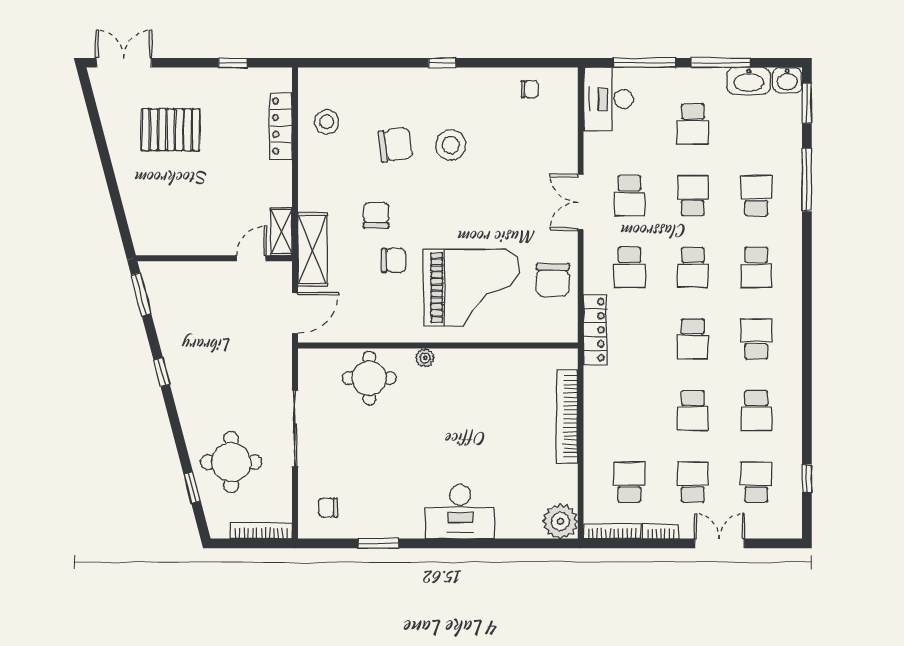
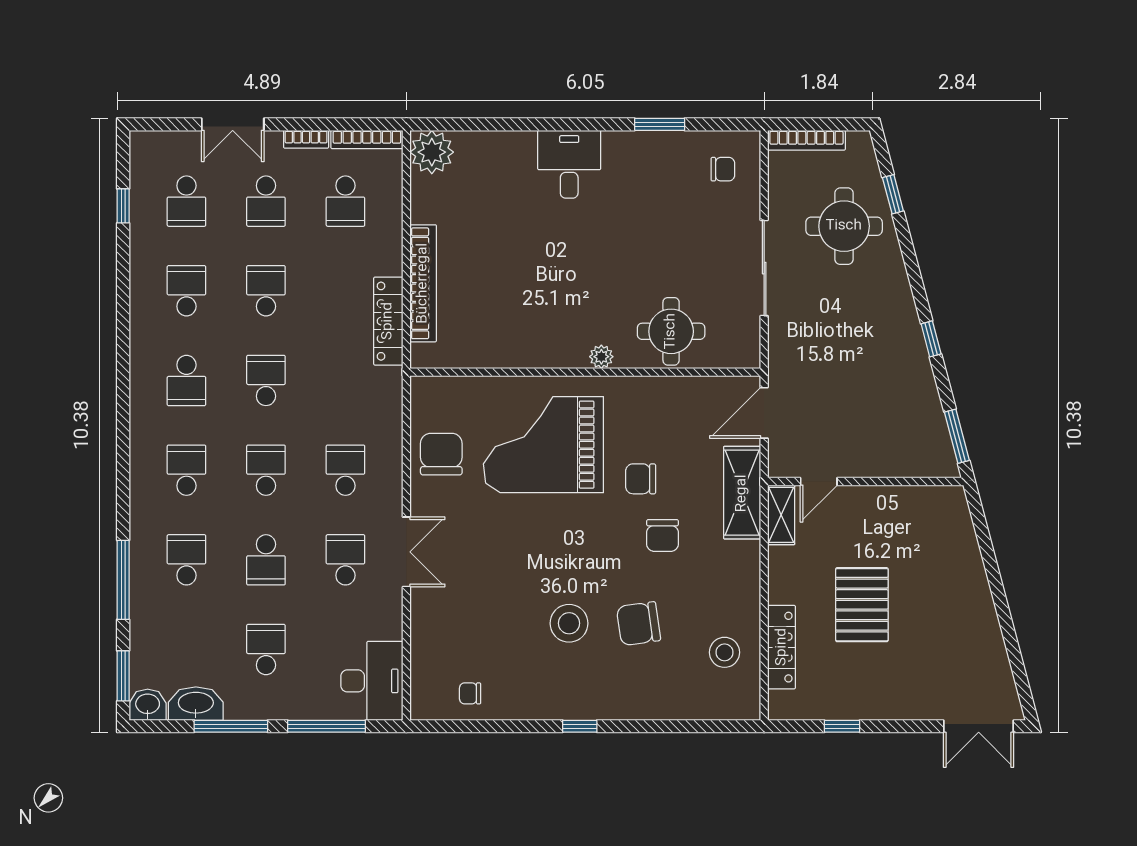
pallet: (171, 130) -> (862, 605), moved, turned 90
school desk: (756, 196) -> (186, 560), turned 180
locker: (595, 330) -> (388, 321), moved
desk: (460, 512) -> (569, 164), width x0.73

